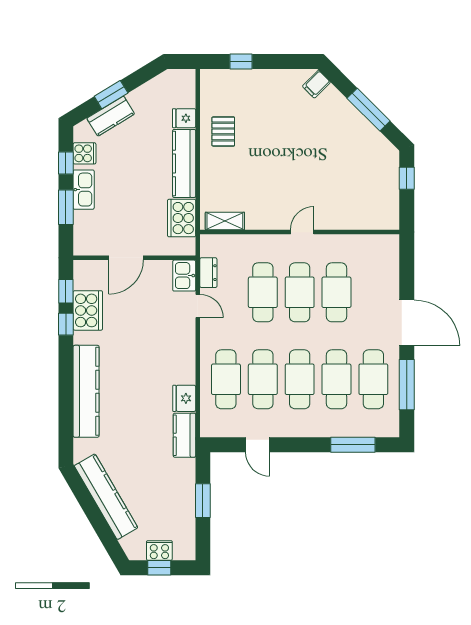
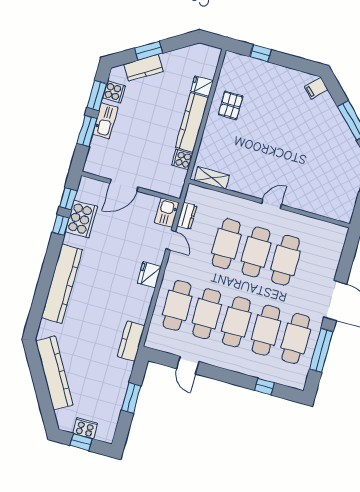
window: (66, 163) -> (97, 95), width x1.50
cooker: (182, 218) -> (182, 159), width x0.53, depth x0.76
fridge: (184, 398) -> (149, 275), moved
window: (353, 445) -> (265, 387), width x0.46

